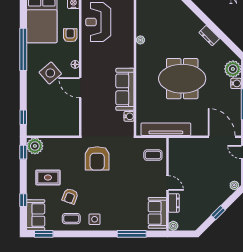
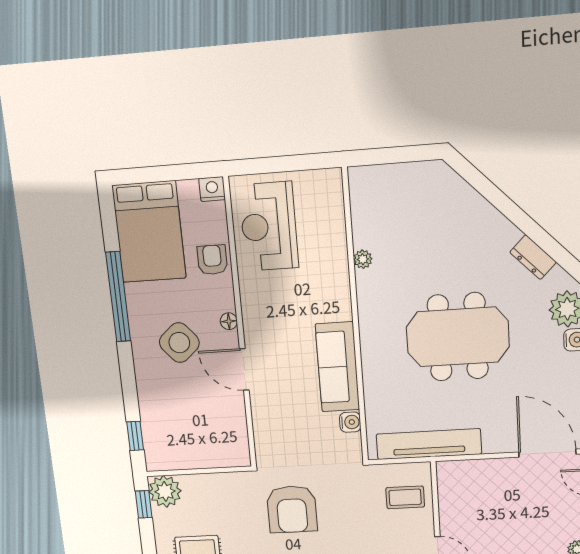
dresser: (209, 36) -> (533, 257), moved

